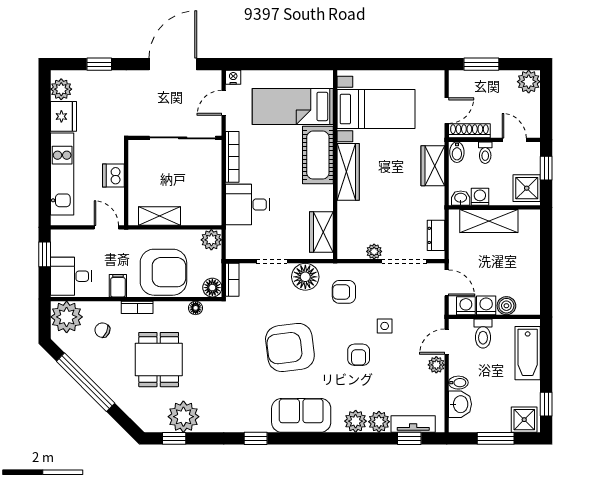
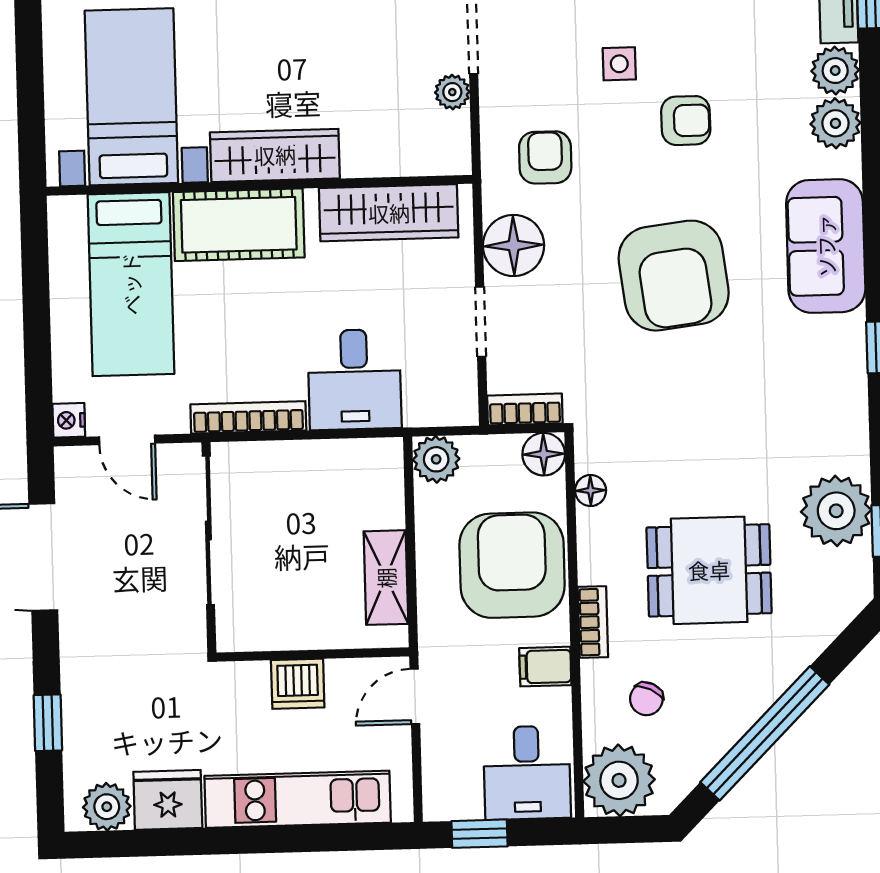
wardrobe: (321, 232) -> (389, 213), width x1.50
armchair: (344, 292) -> (545, 157), turned 180

